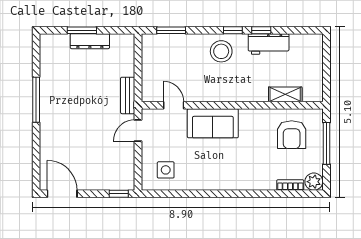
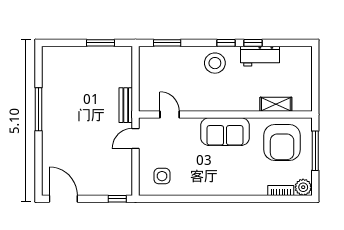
window: (82, 30) -> (100, 43), moved
dresser: (90, 41) -> (90, 53), removed
sofa: (213, 123) -> (225, 132), moved
armchair: (292, 135) -> (282, 142), width x1.36, depth x1.36

